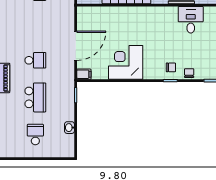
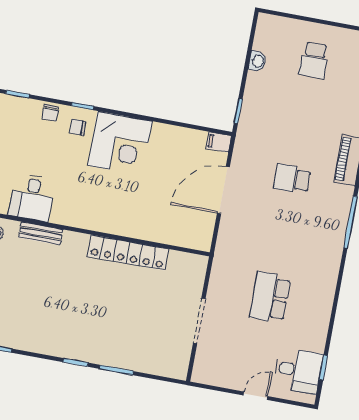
corner desk: (126, 62) -> (120, 143), moved
school desk: (35, 97) -> (303, 119), removed

